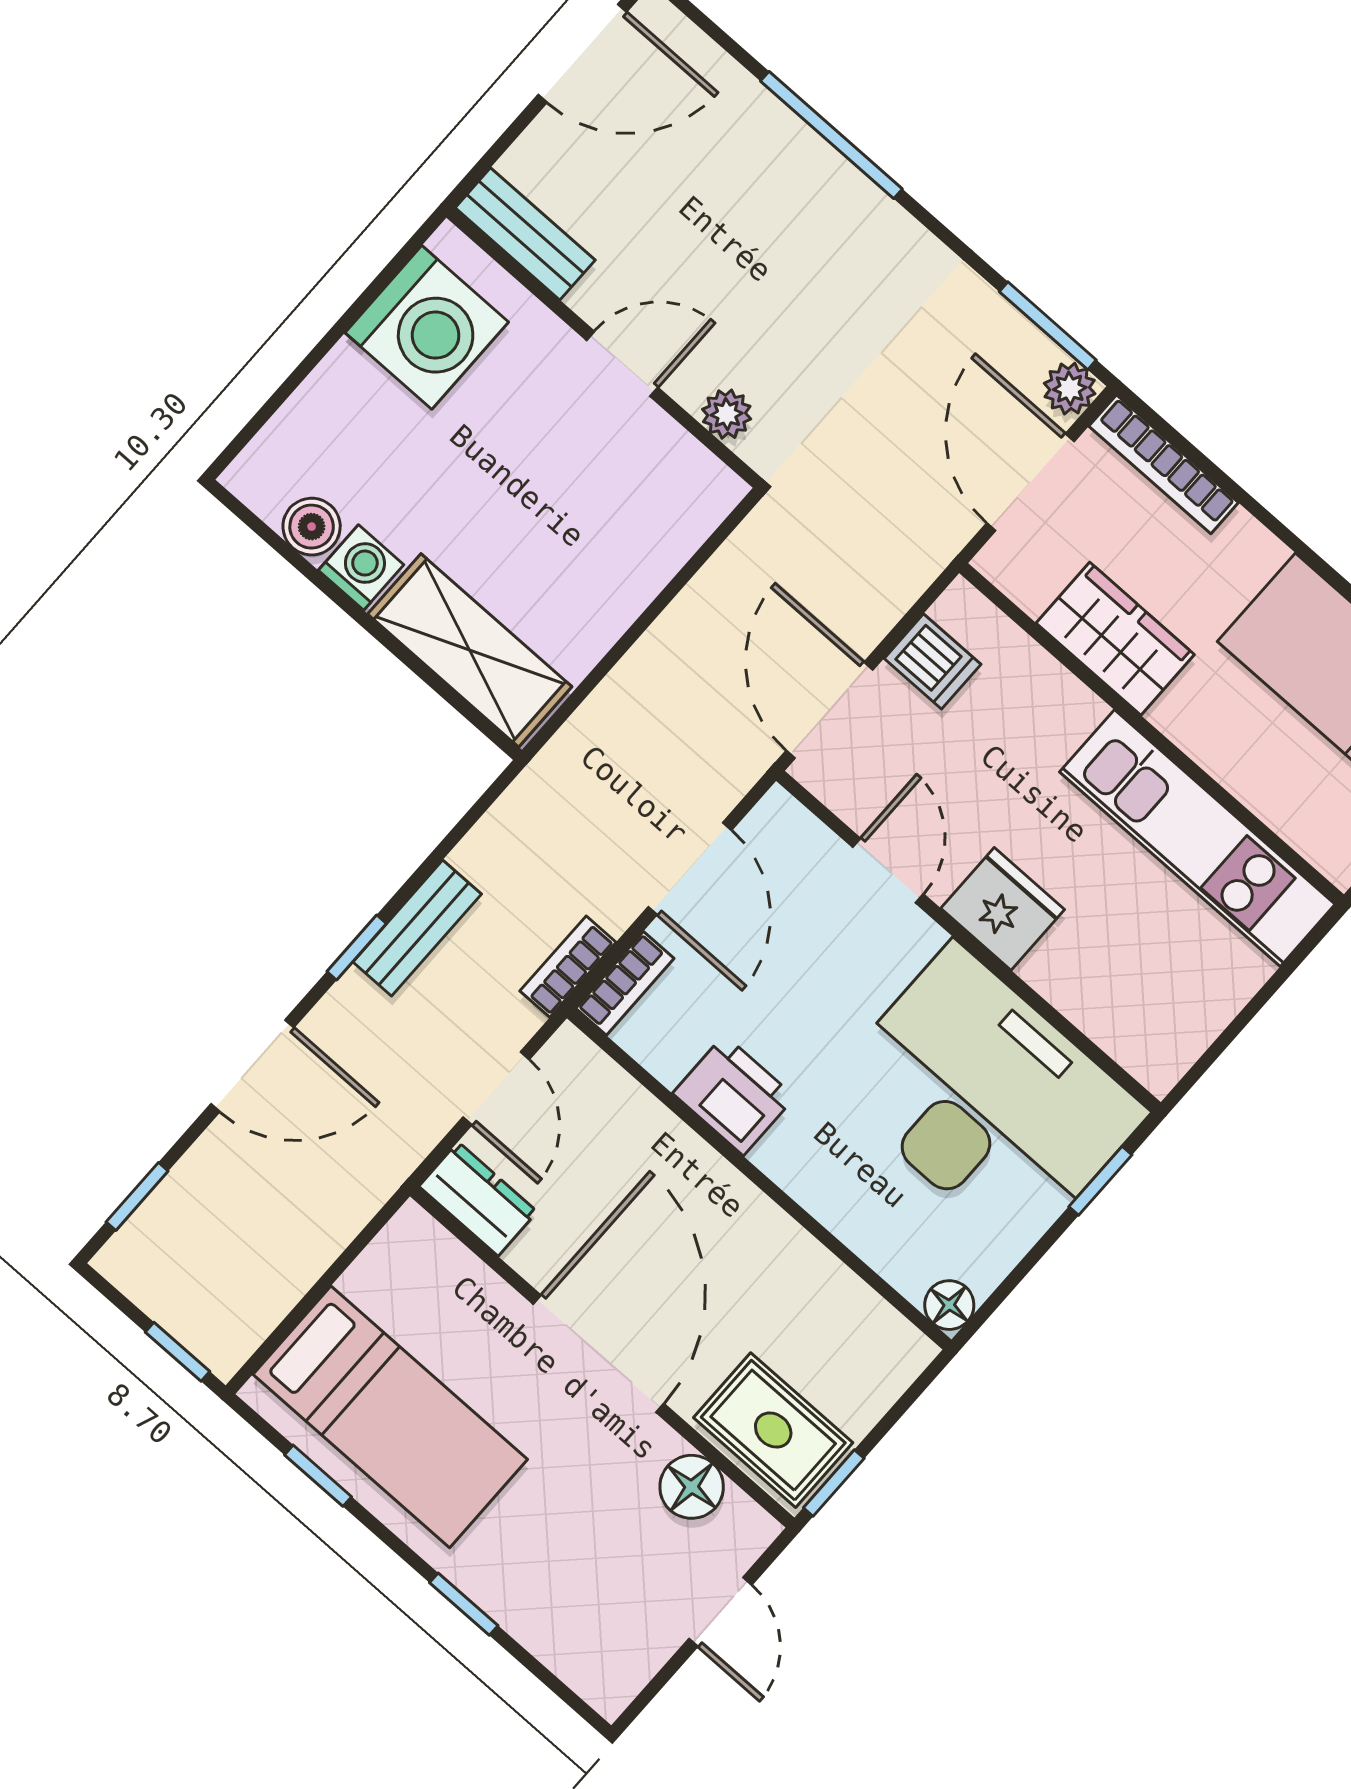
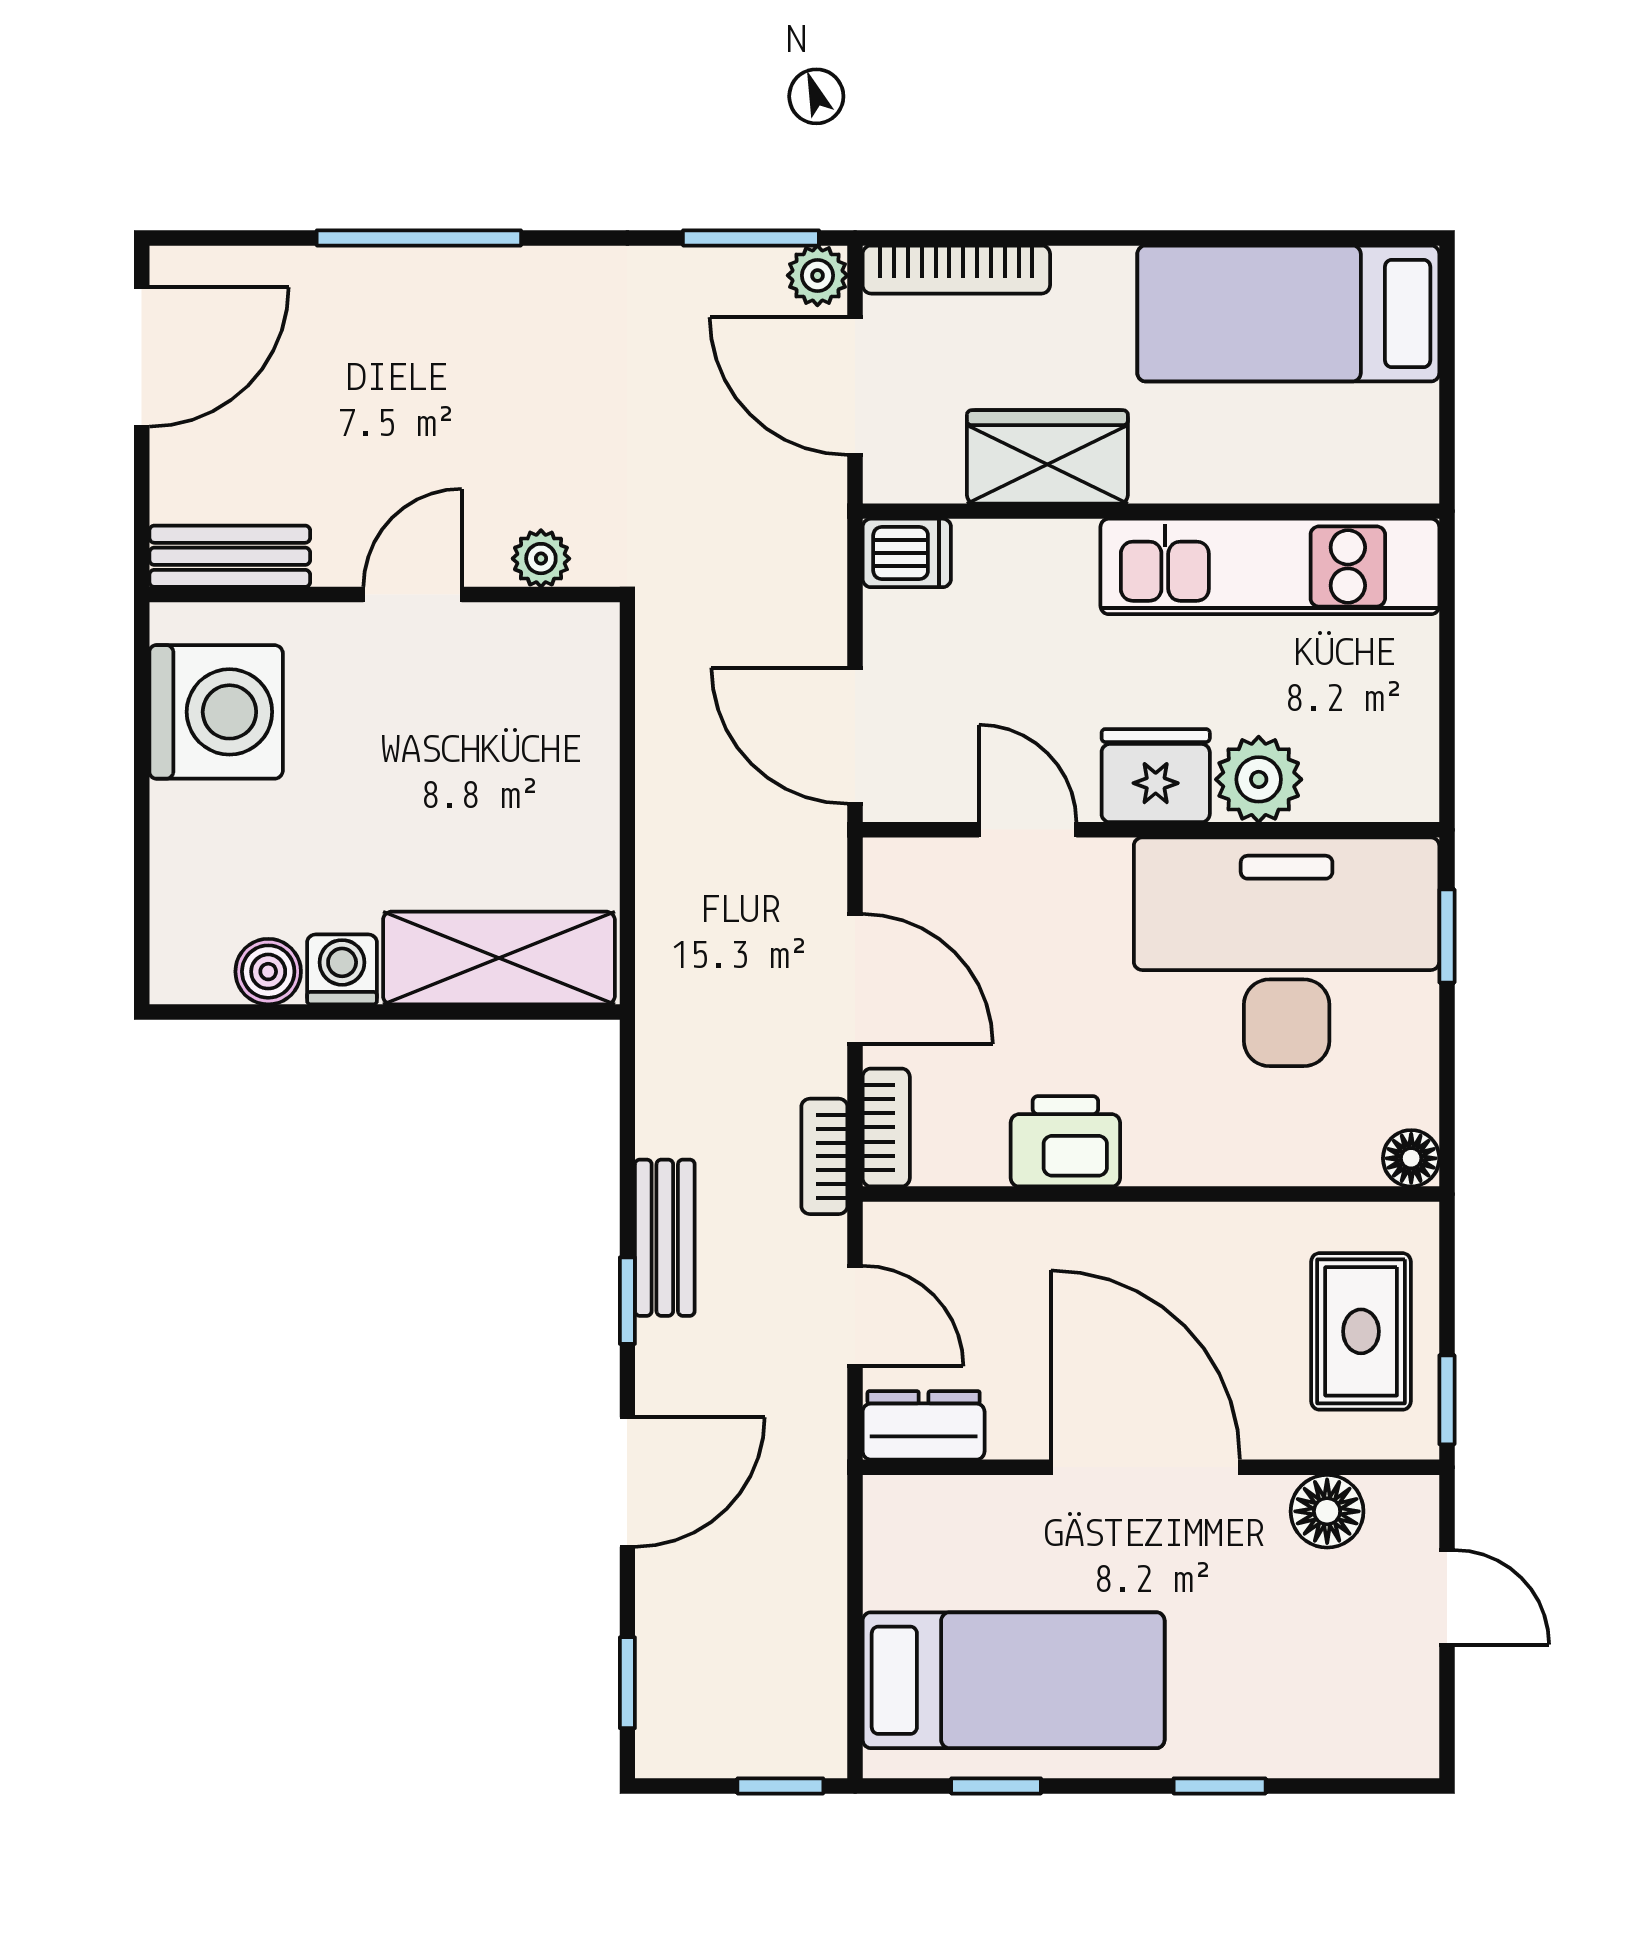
dishwasher: (933, 661) -> (907, 553), moved
plant: (1068, 971) -> (1259, 779), added
rug: (773, 1430) -> (1361, 1331), moved, turned 90

